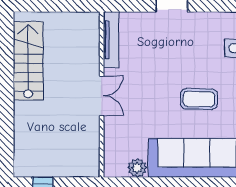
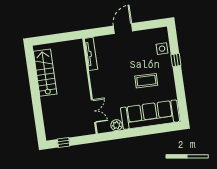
double door: (102, 96) -> (94, 111), moved

